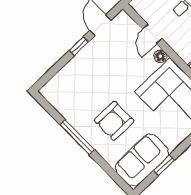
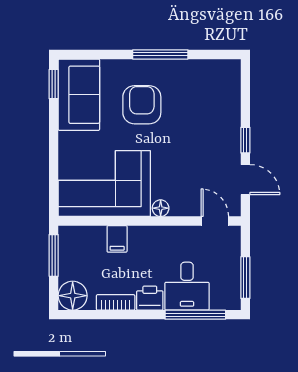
door: (152, 34) -> (215, 221), moved
window: (164, 165) -> (54, 84), moved

